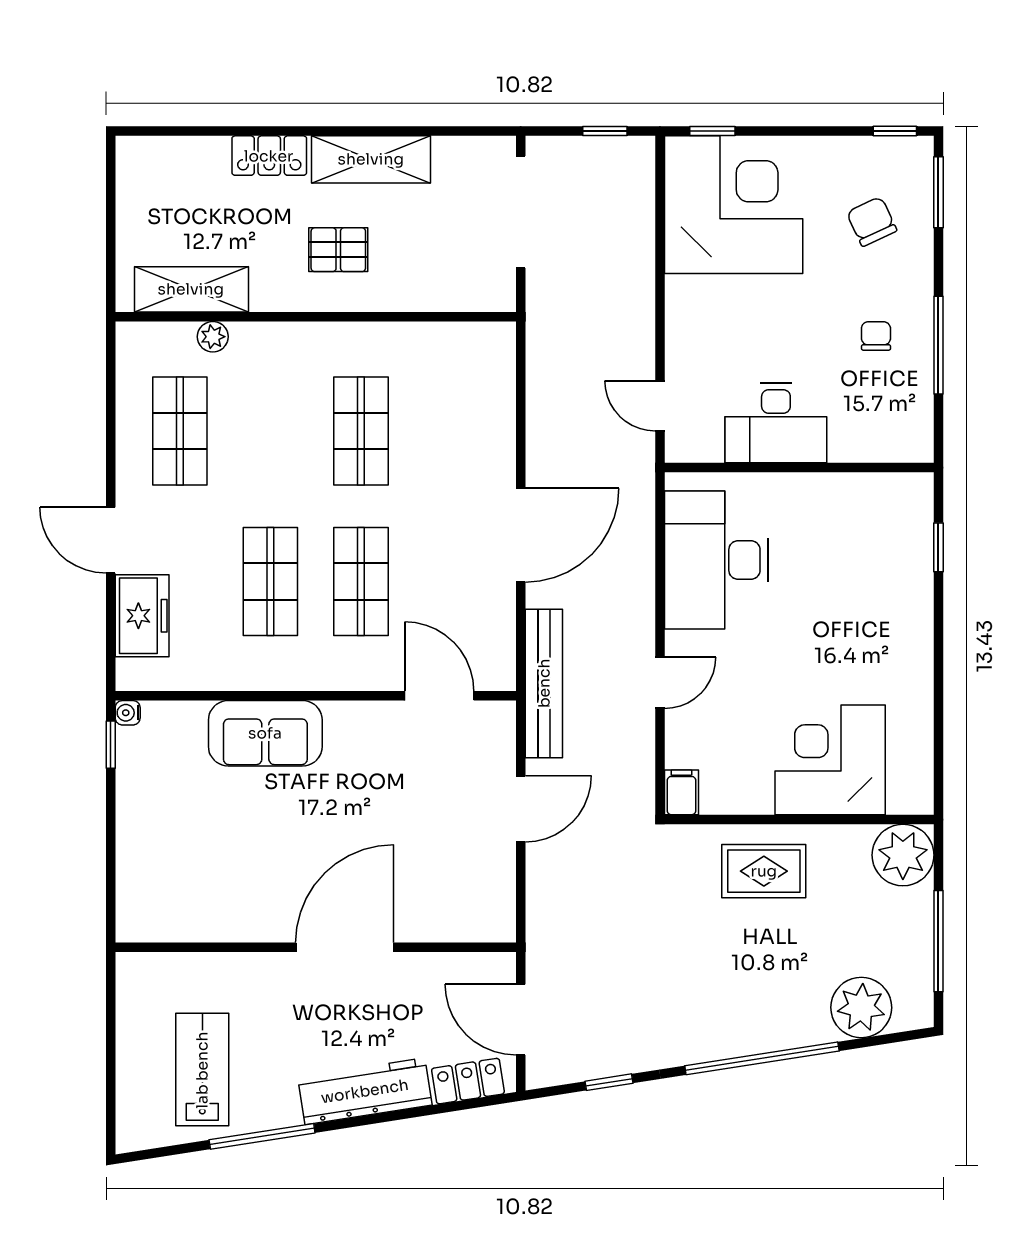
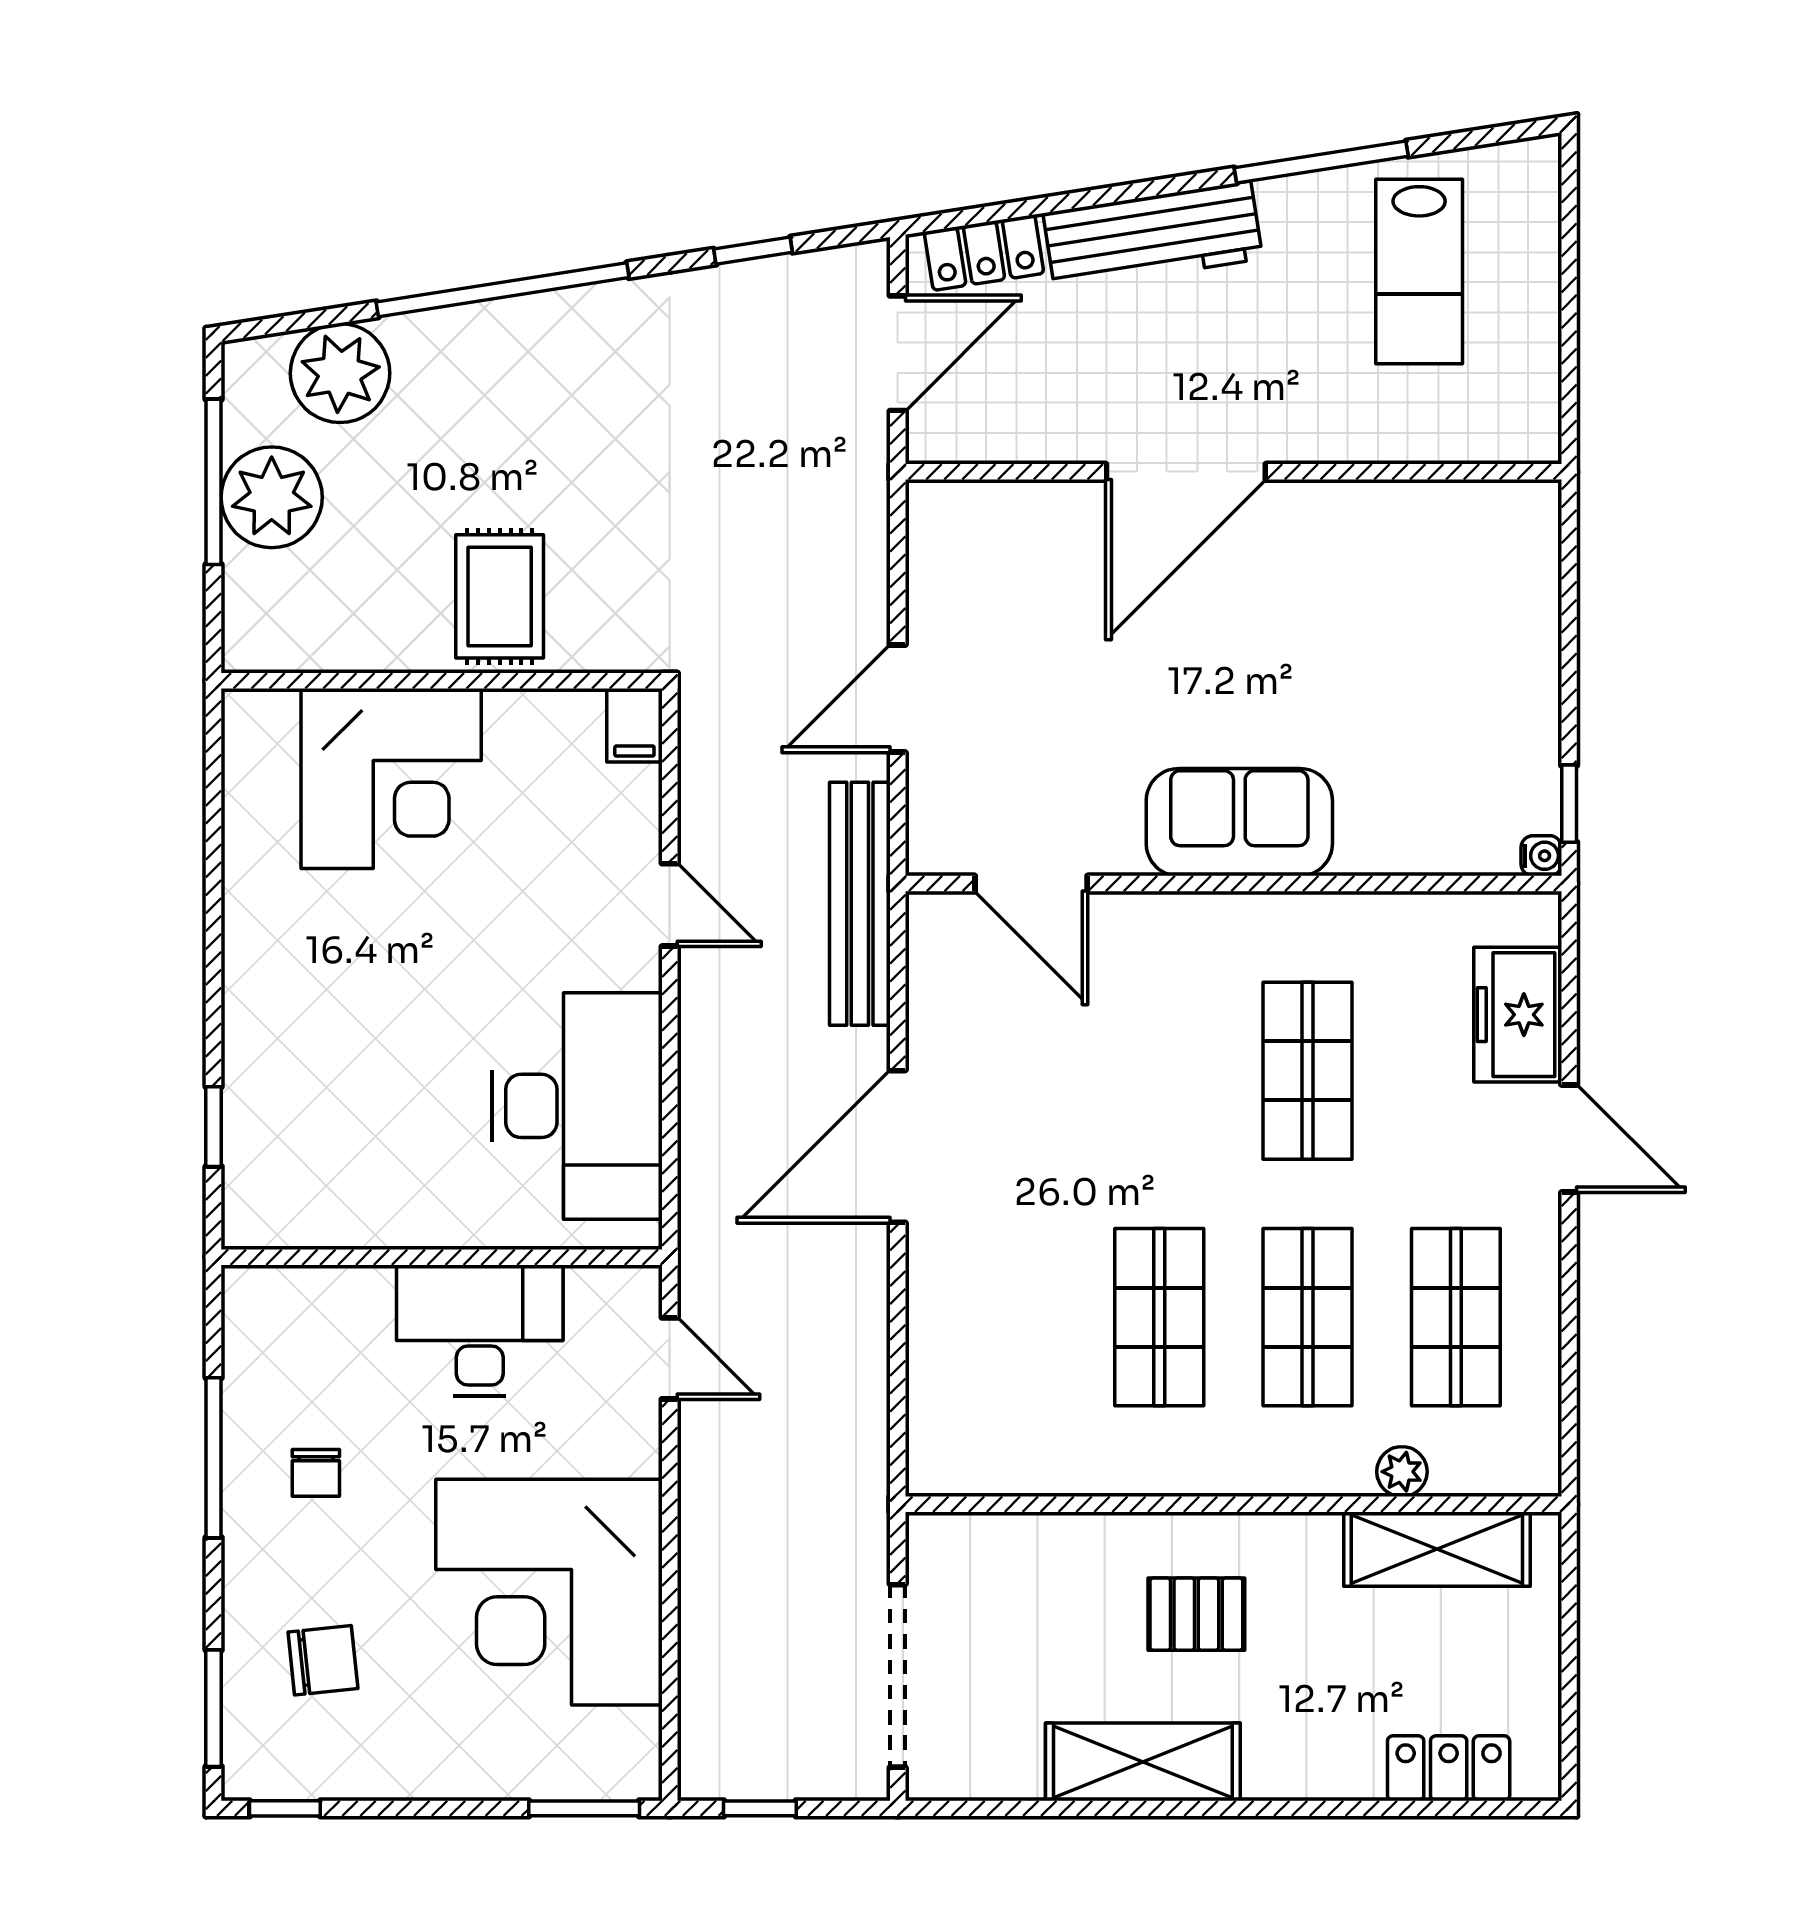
window: (712, 131) -> (584, 1808), width x1.50
locker: (269, 156) -> (1449, 1768), moved
corner desk: (734, 205) -> (549, 1592), moved
chair: (872, 221) -> (323, 1660), turned -71
shop shelf: (361, 581) -> (1308, 1317), moved
door: (660, 683) -> (670, 905), swing flipped
sofa: (265, 733) -> (1239, 822), moved
plant: (903, 855) -> (272, 497), moved
rug: (764, 871) -> (500, 596), turned 90
door: (521, 1020) -> (898, 353), hinge flipped

